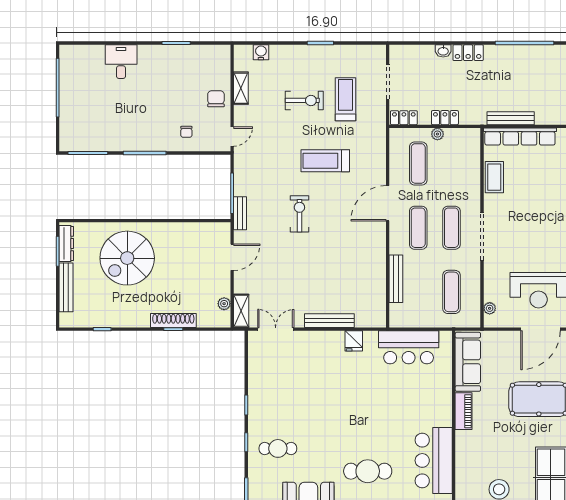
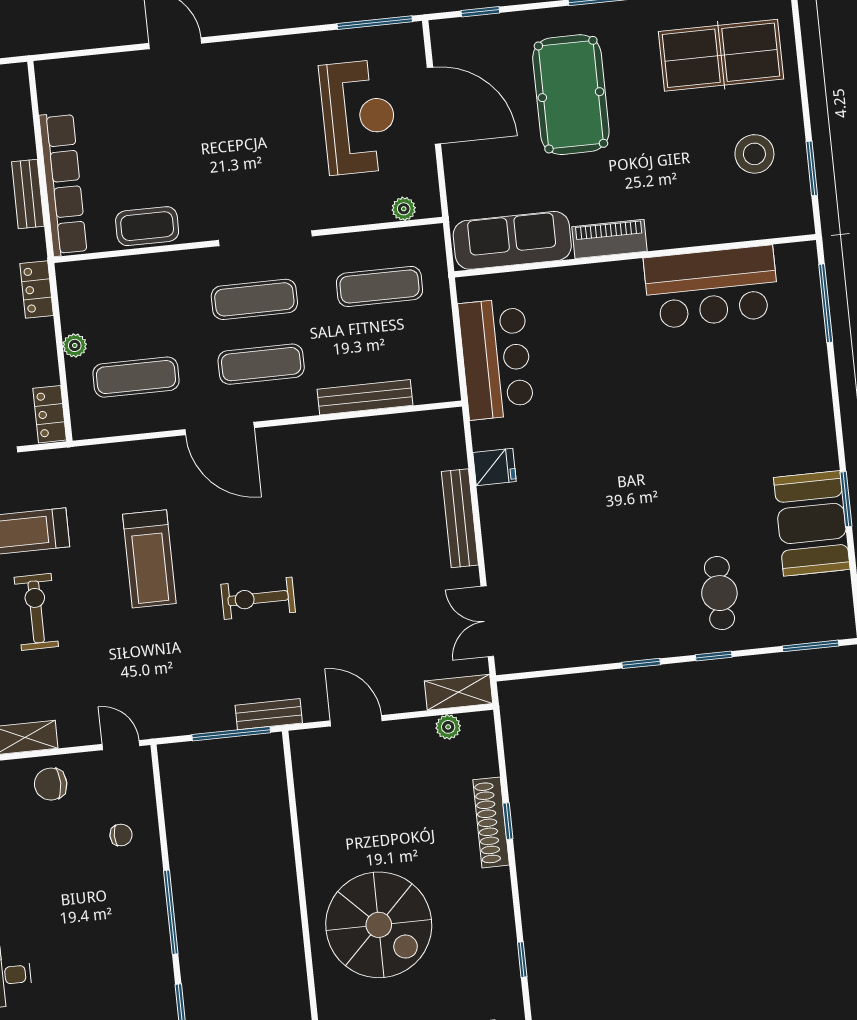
locker: (445, 118) -> (37, 289), moved
bench: (511, 118) -> (28, 194), width x0.73
cafe table: (368, 471) -> (746, 414), removed

